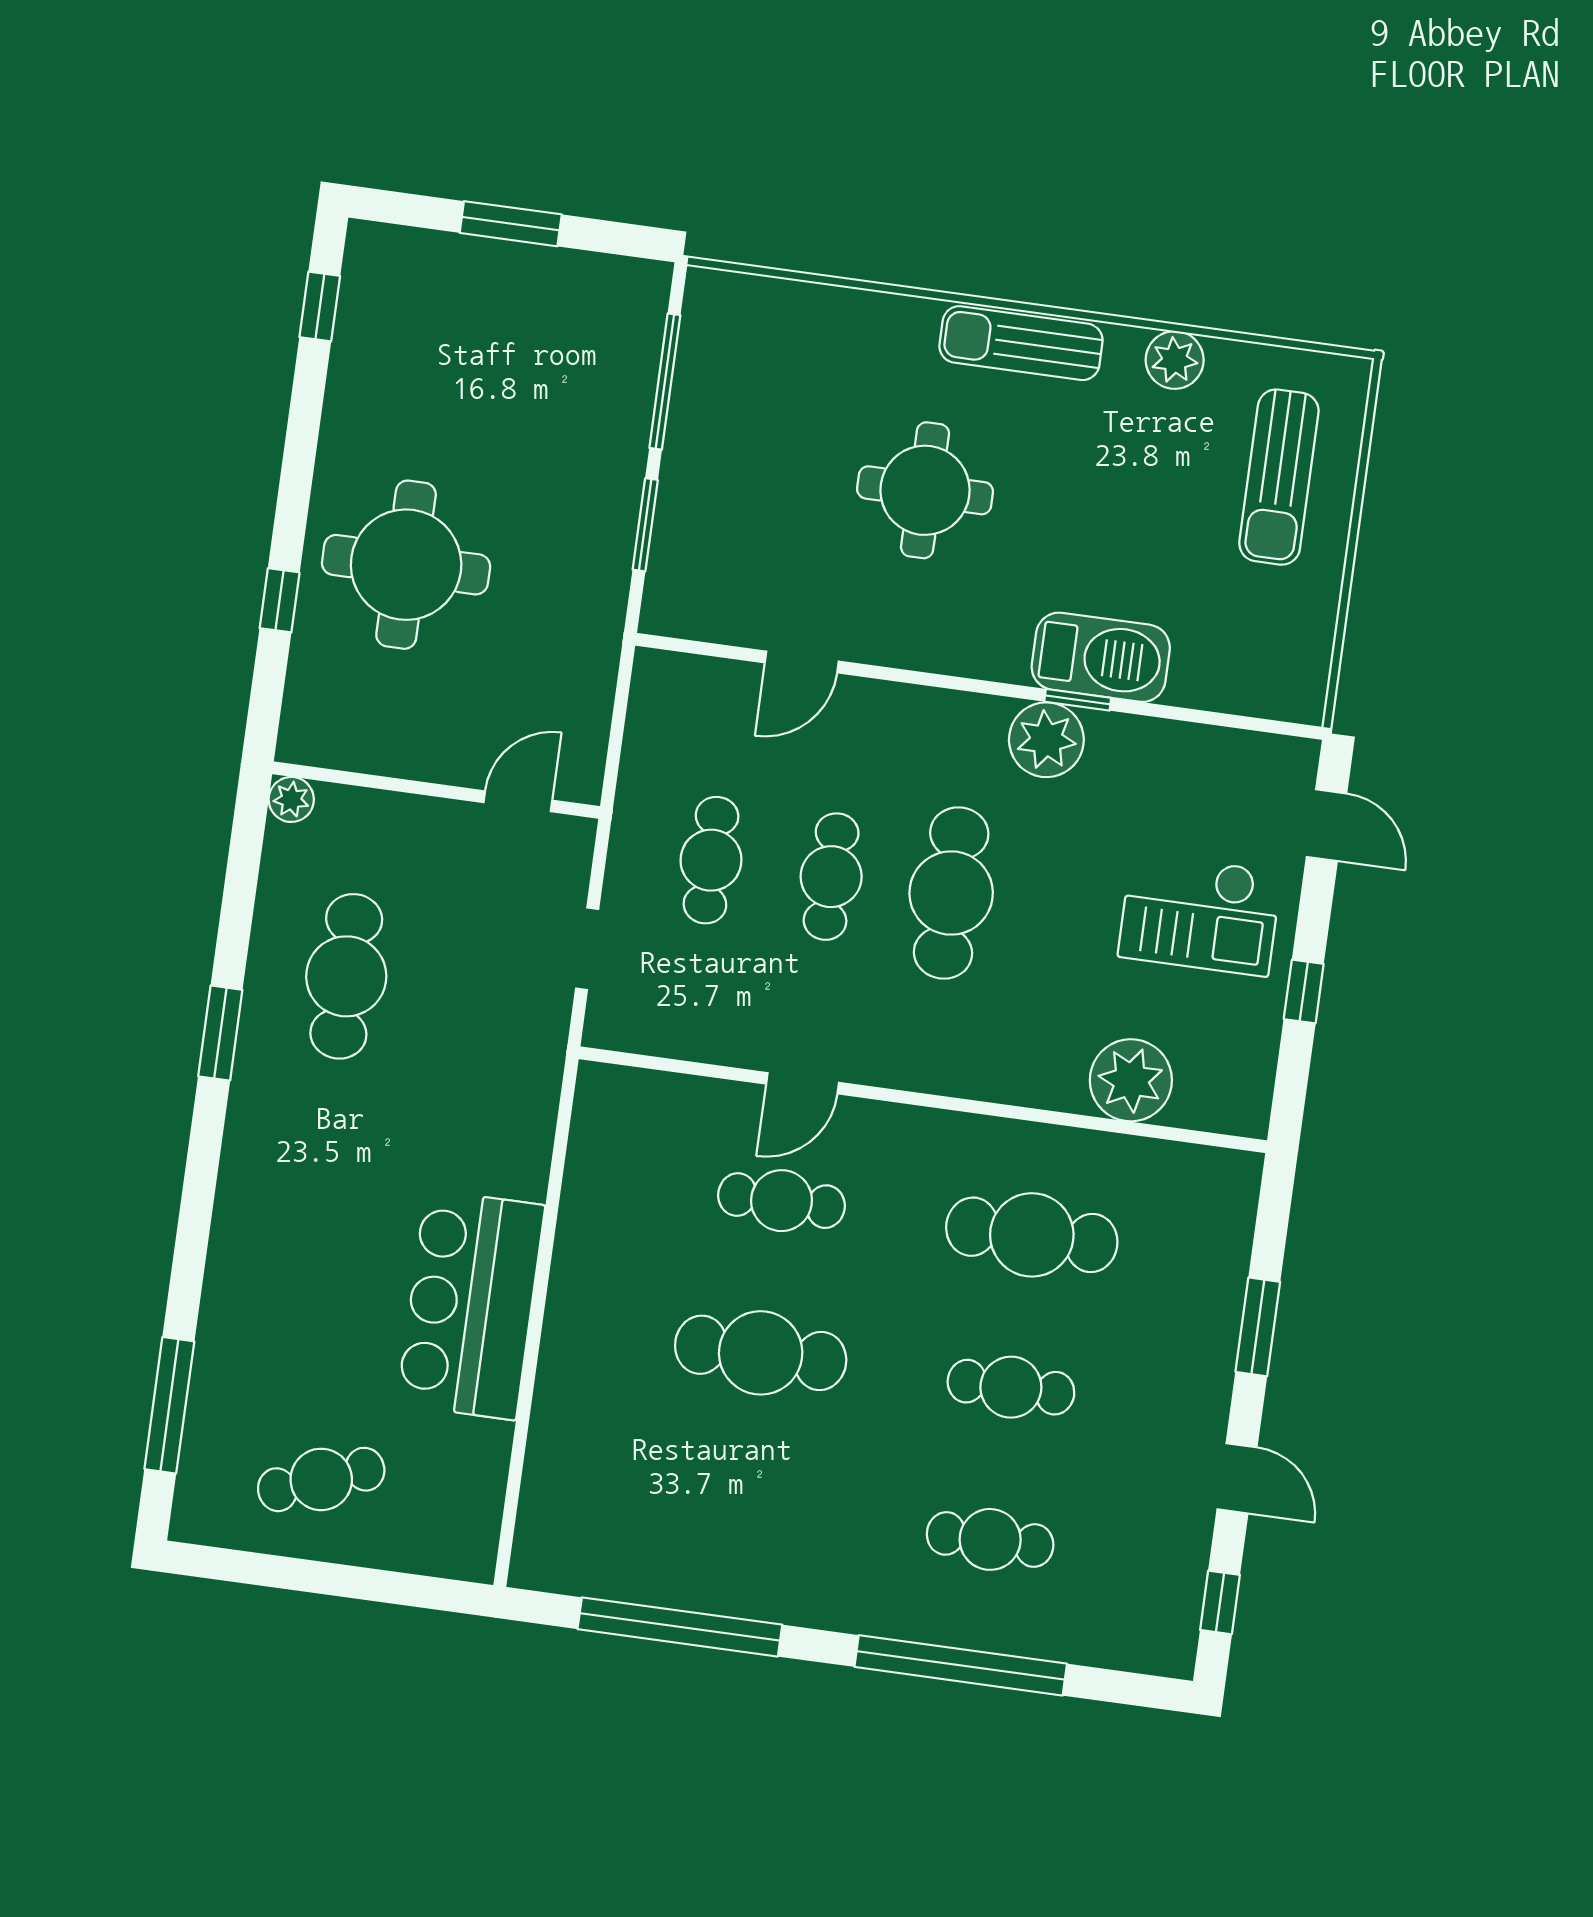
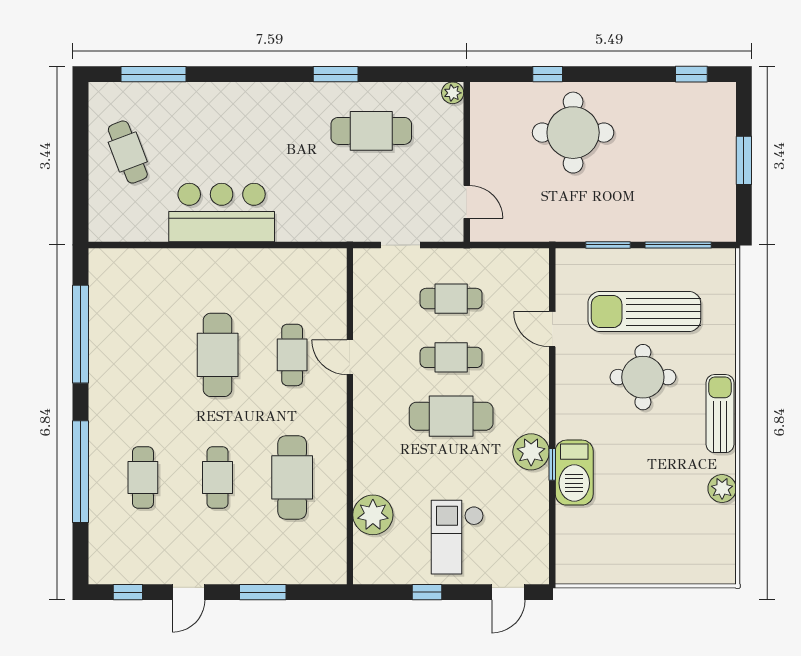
sun lounger: (1279, 477) -> (644, 312), moved, width x1.36, depth x1.34

